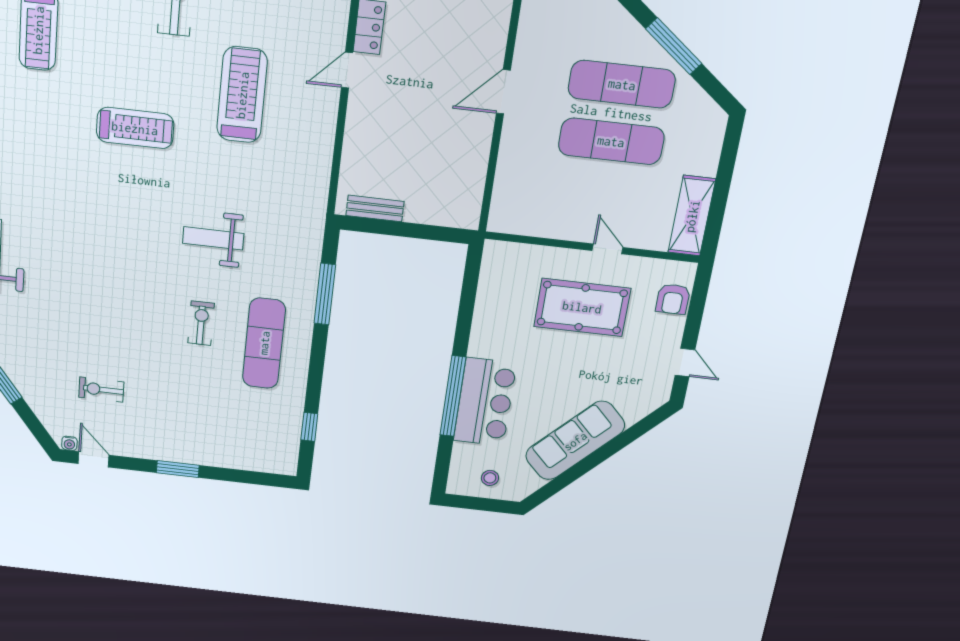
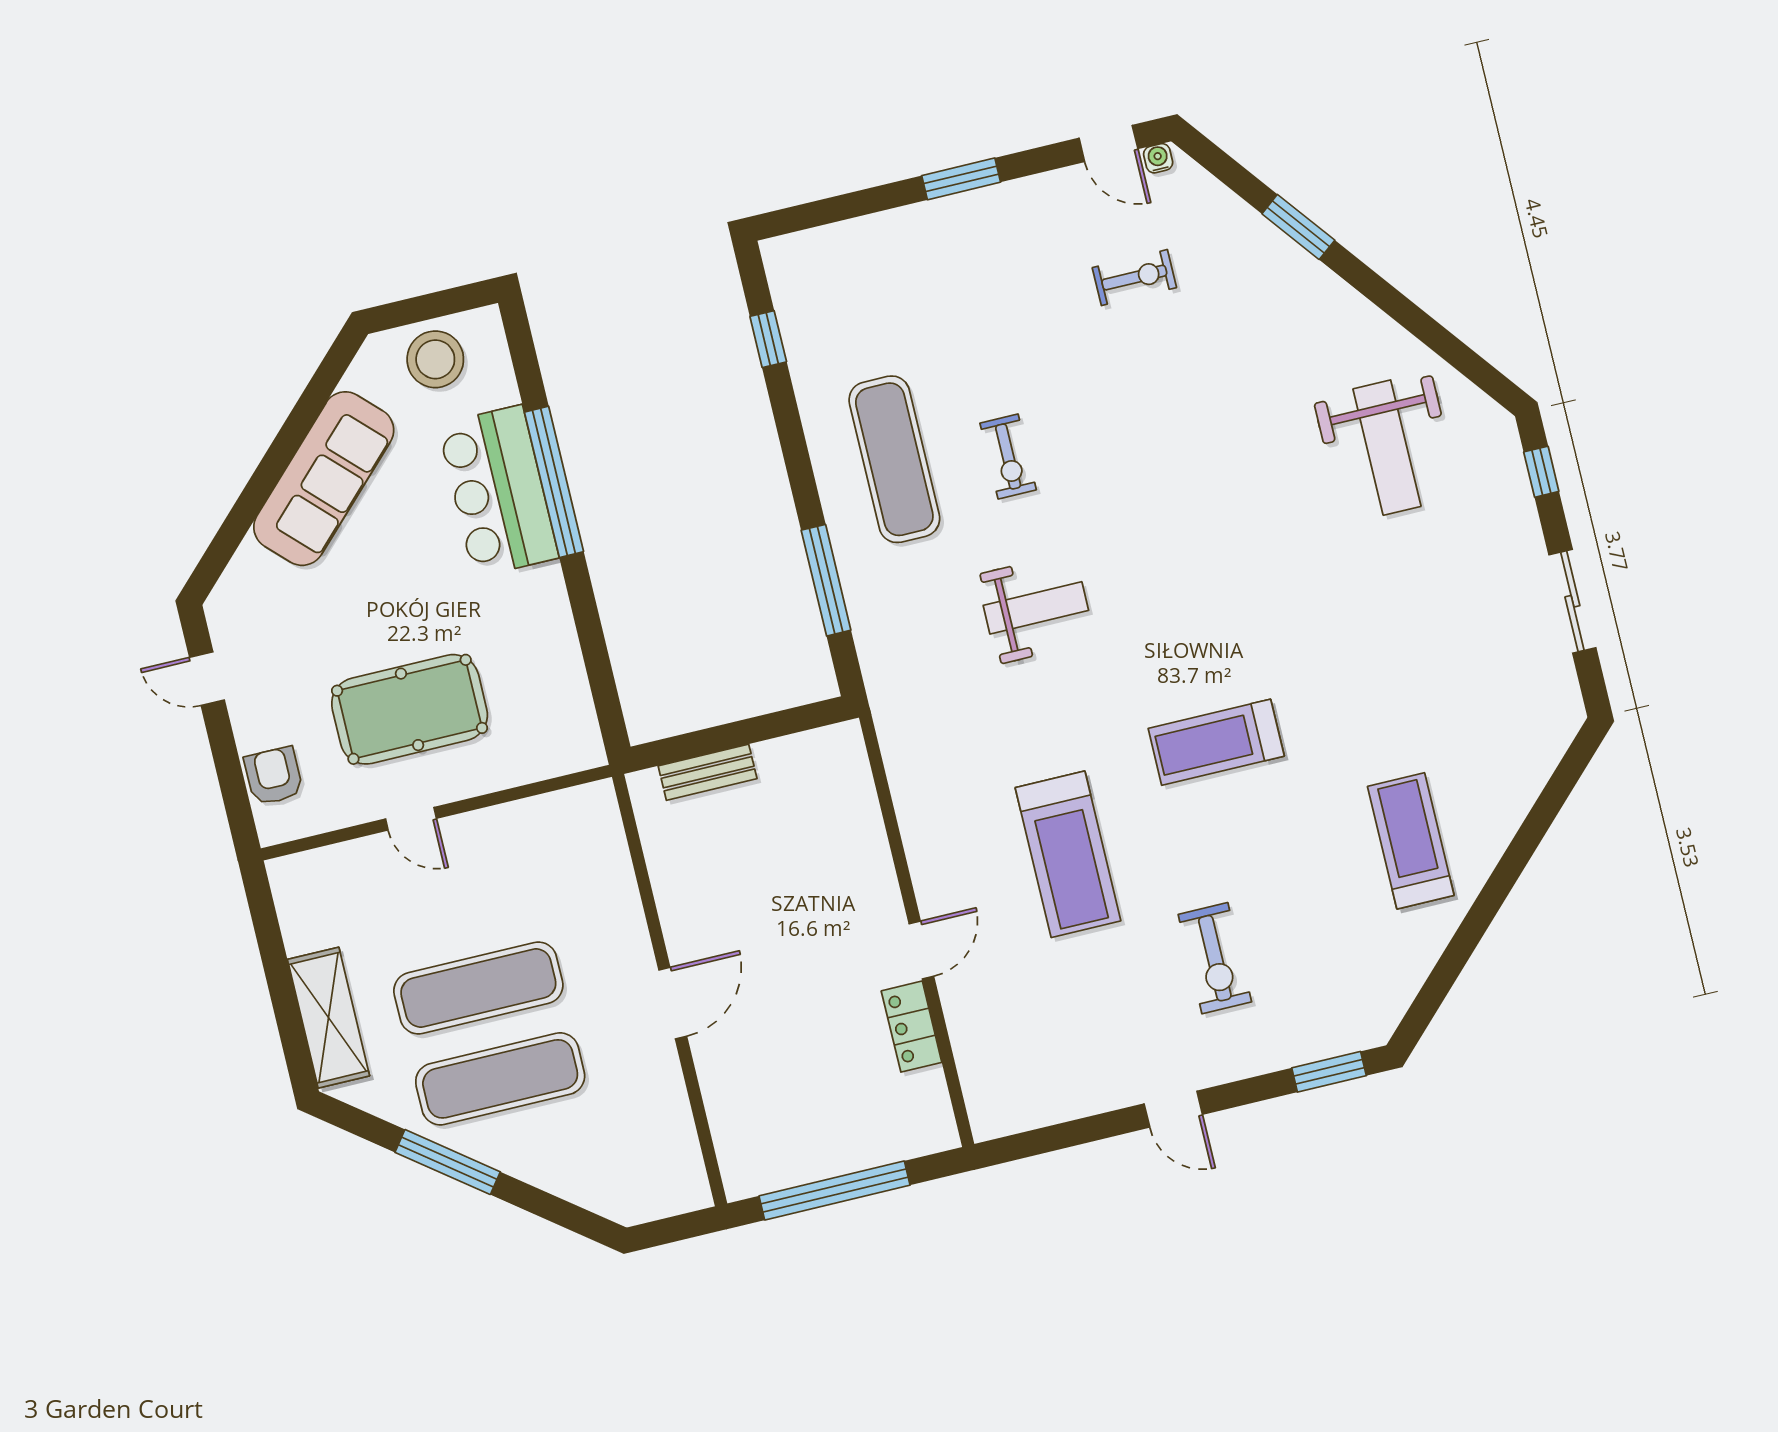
bench: (375, 208) -> (708, 772), moved
shelving: (692, 216) -> (328, 1018), moved
stool: (490, 478) -> (435, 359), width x1.89, depth x1.89

